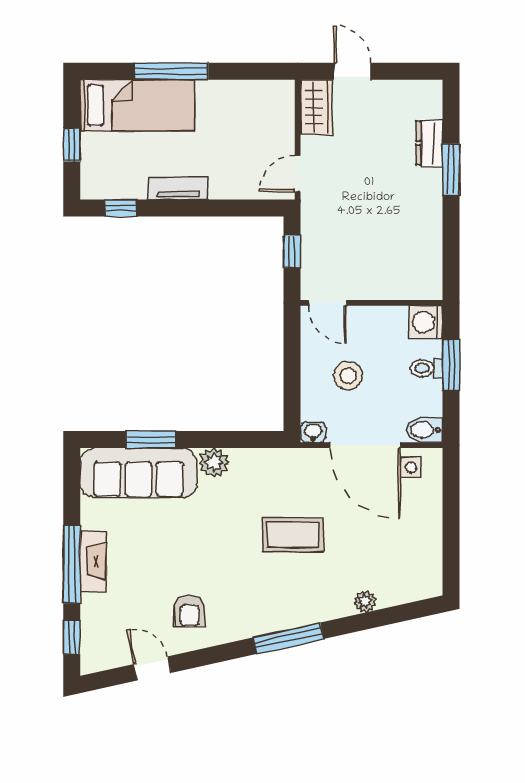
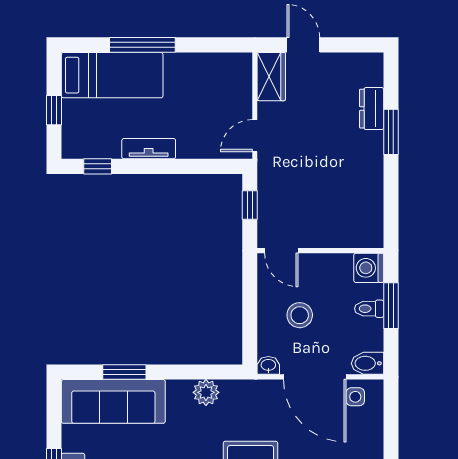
plant: (214, 463) -> (206, 392), moved

